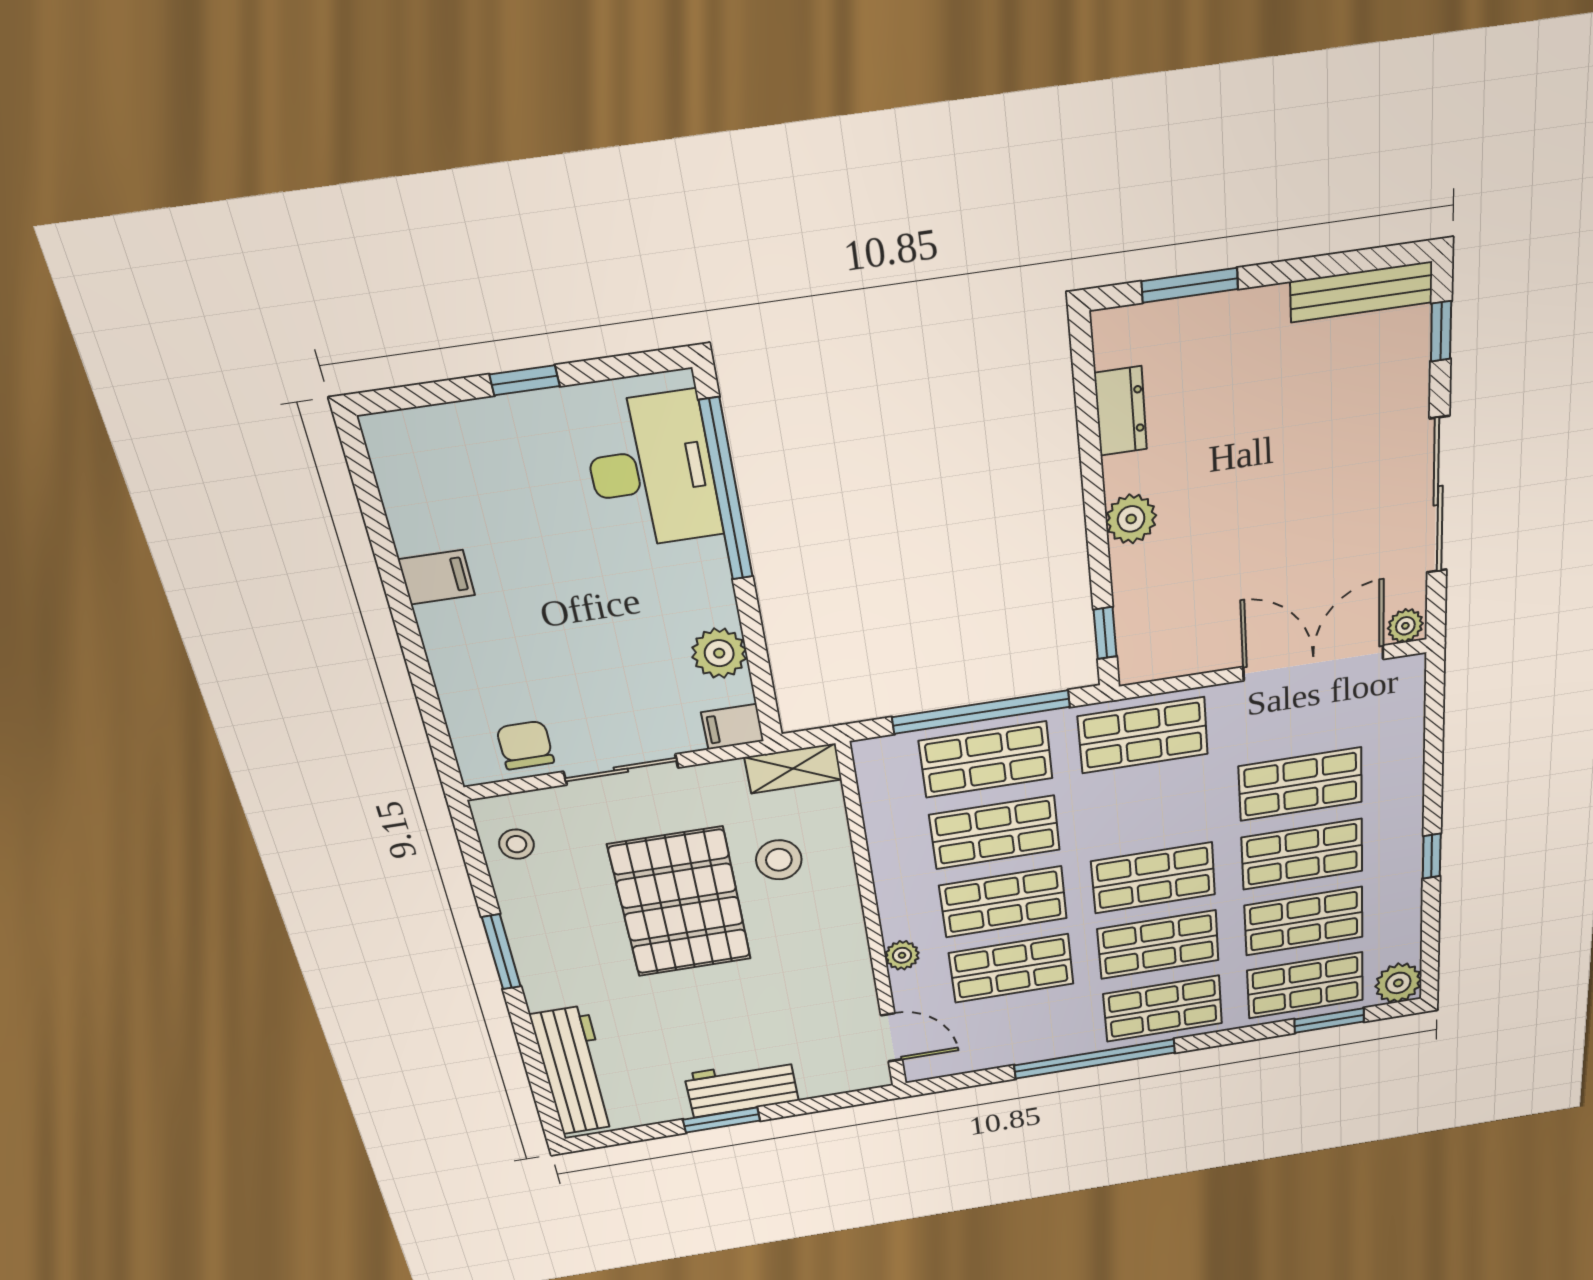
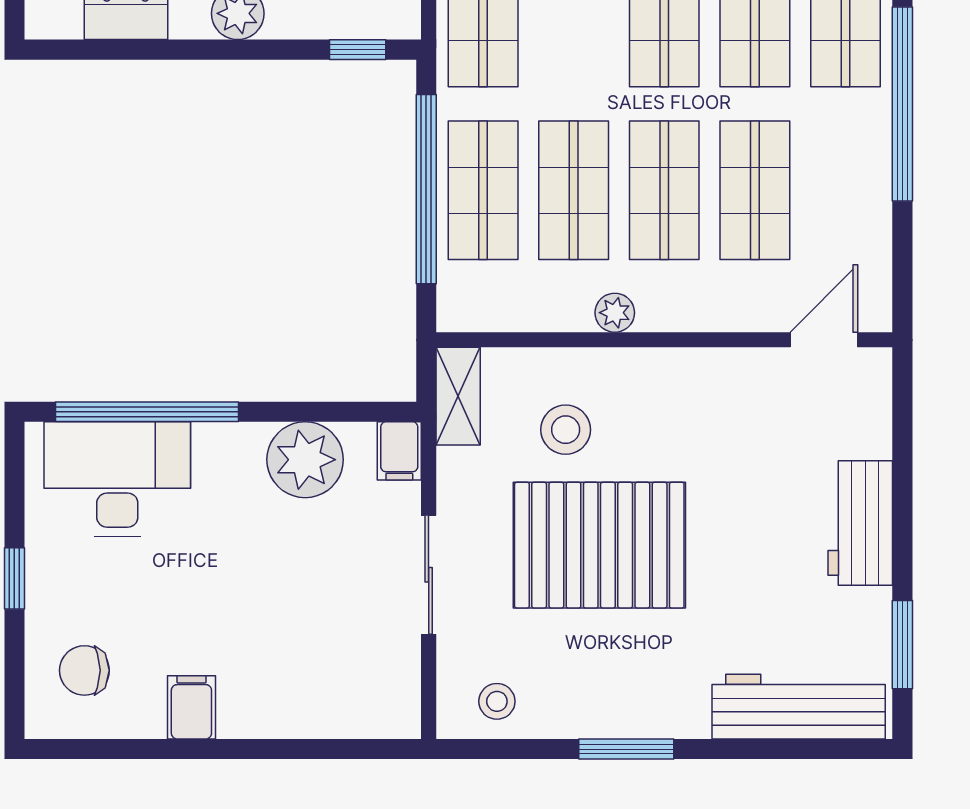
plant: (719, 653) -> (305, 460), width x1.36, depth x1.36
chair: (525, 745) -> (84, 670), moved
plant: (902, 955) -> (615, 313), moved
window: (722, 1120) -> (902, 645), moved

